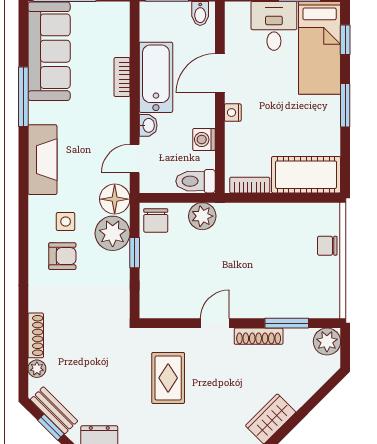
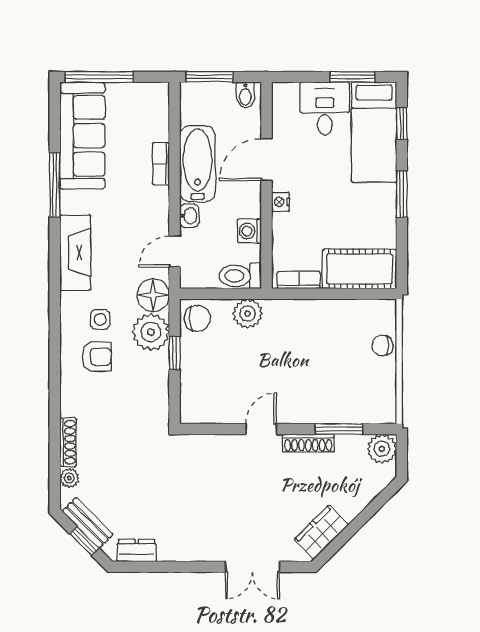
chair: (156, 220) -> (197, 318), turned -93
rug: (168, 378) -> (211, 488), removed

